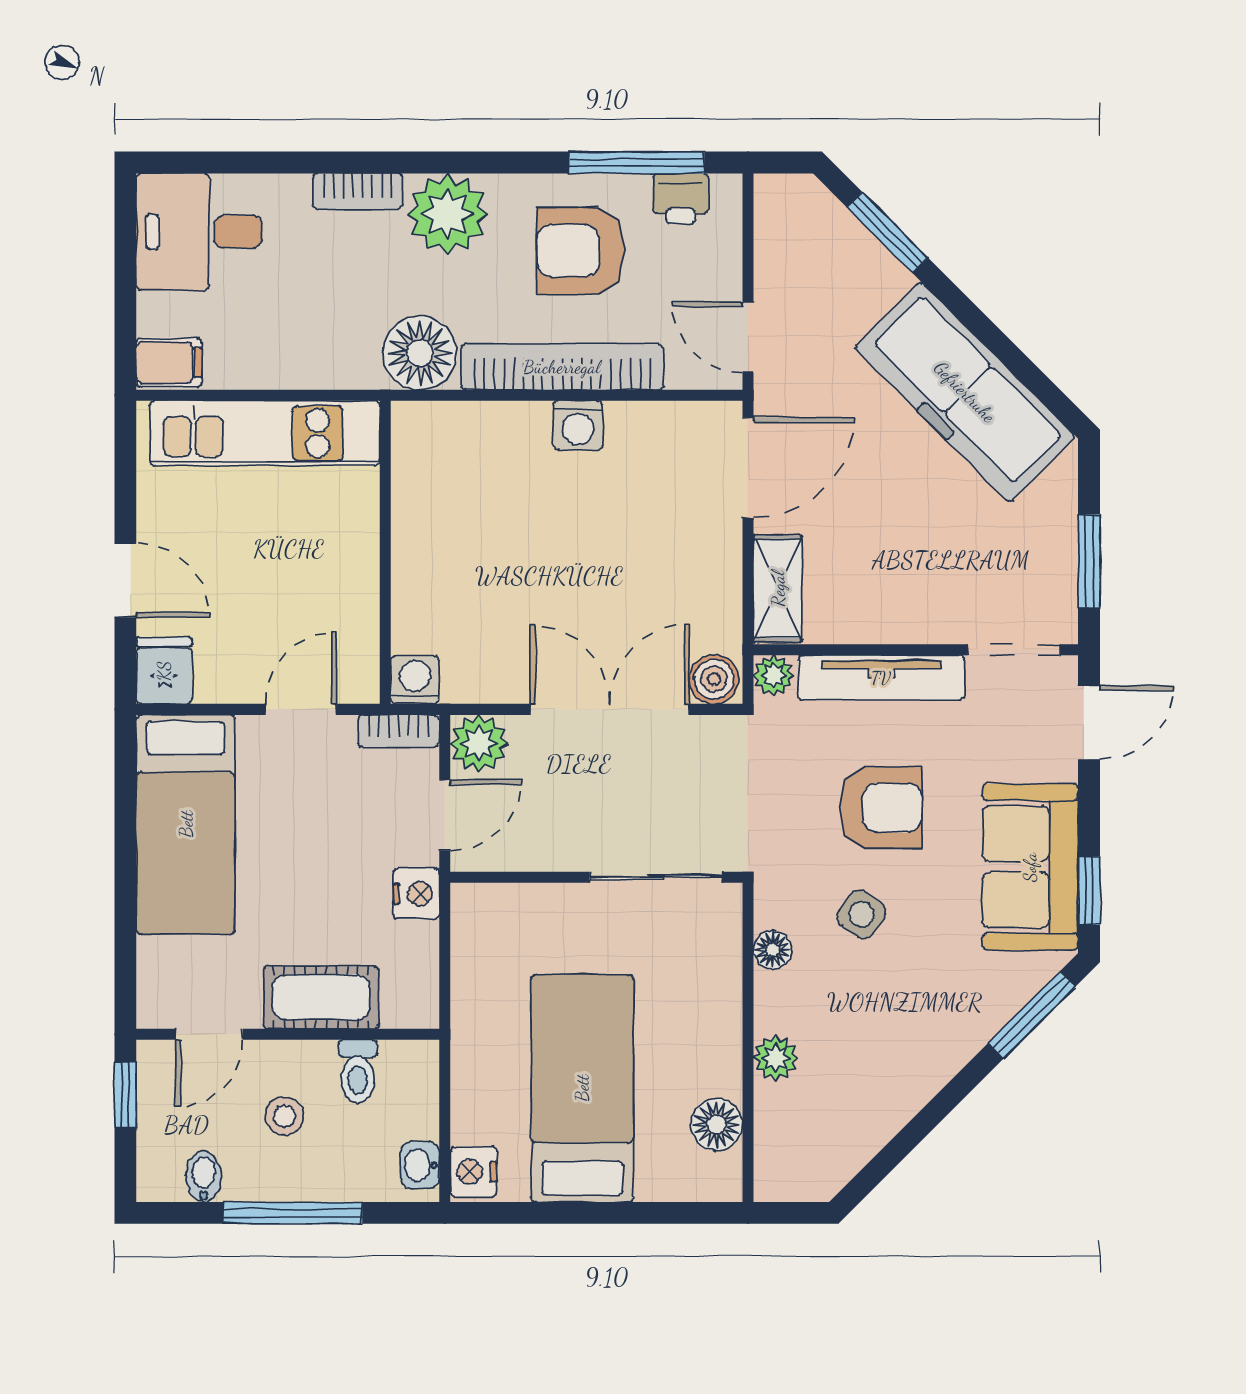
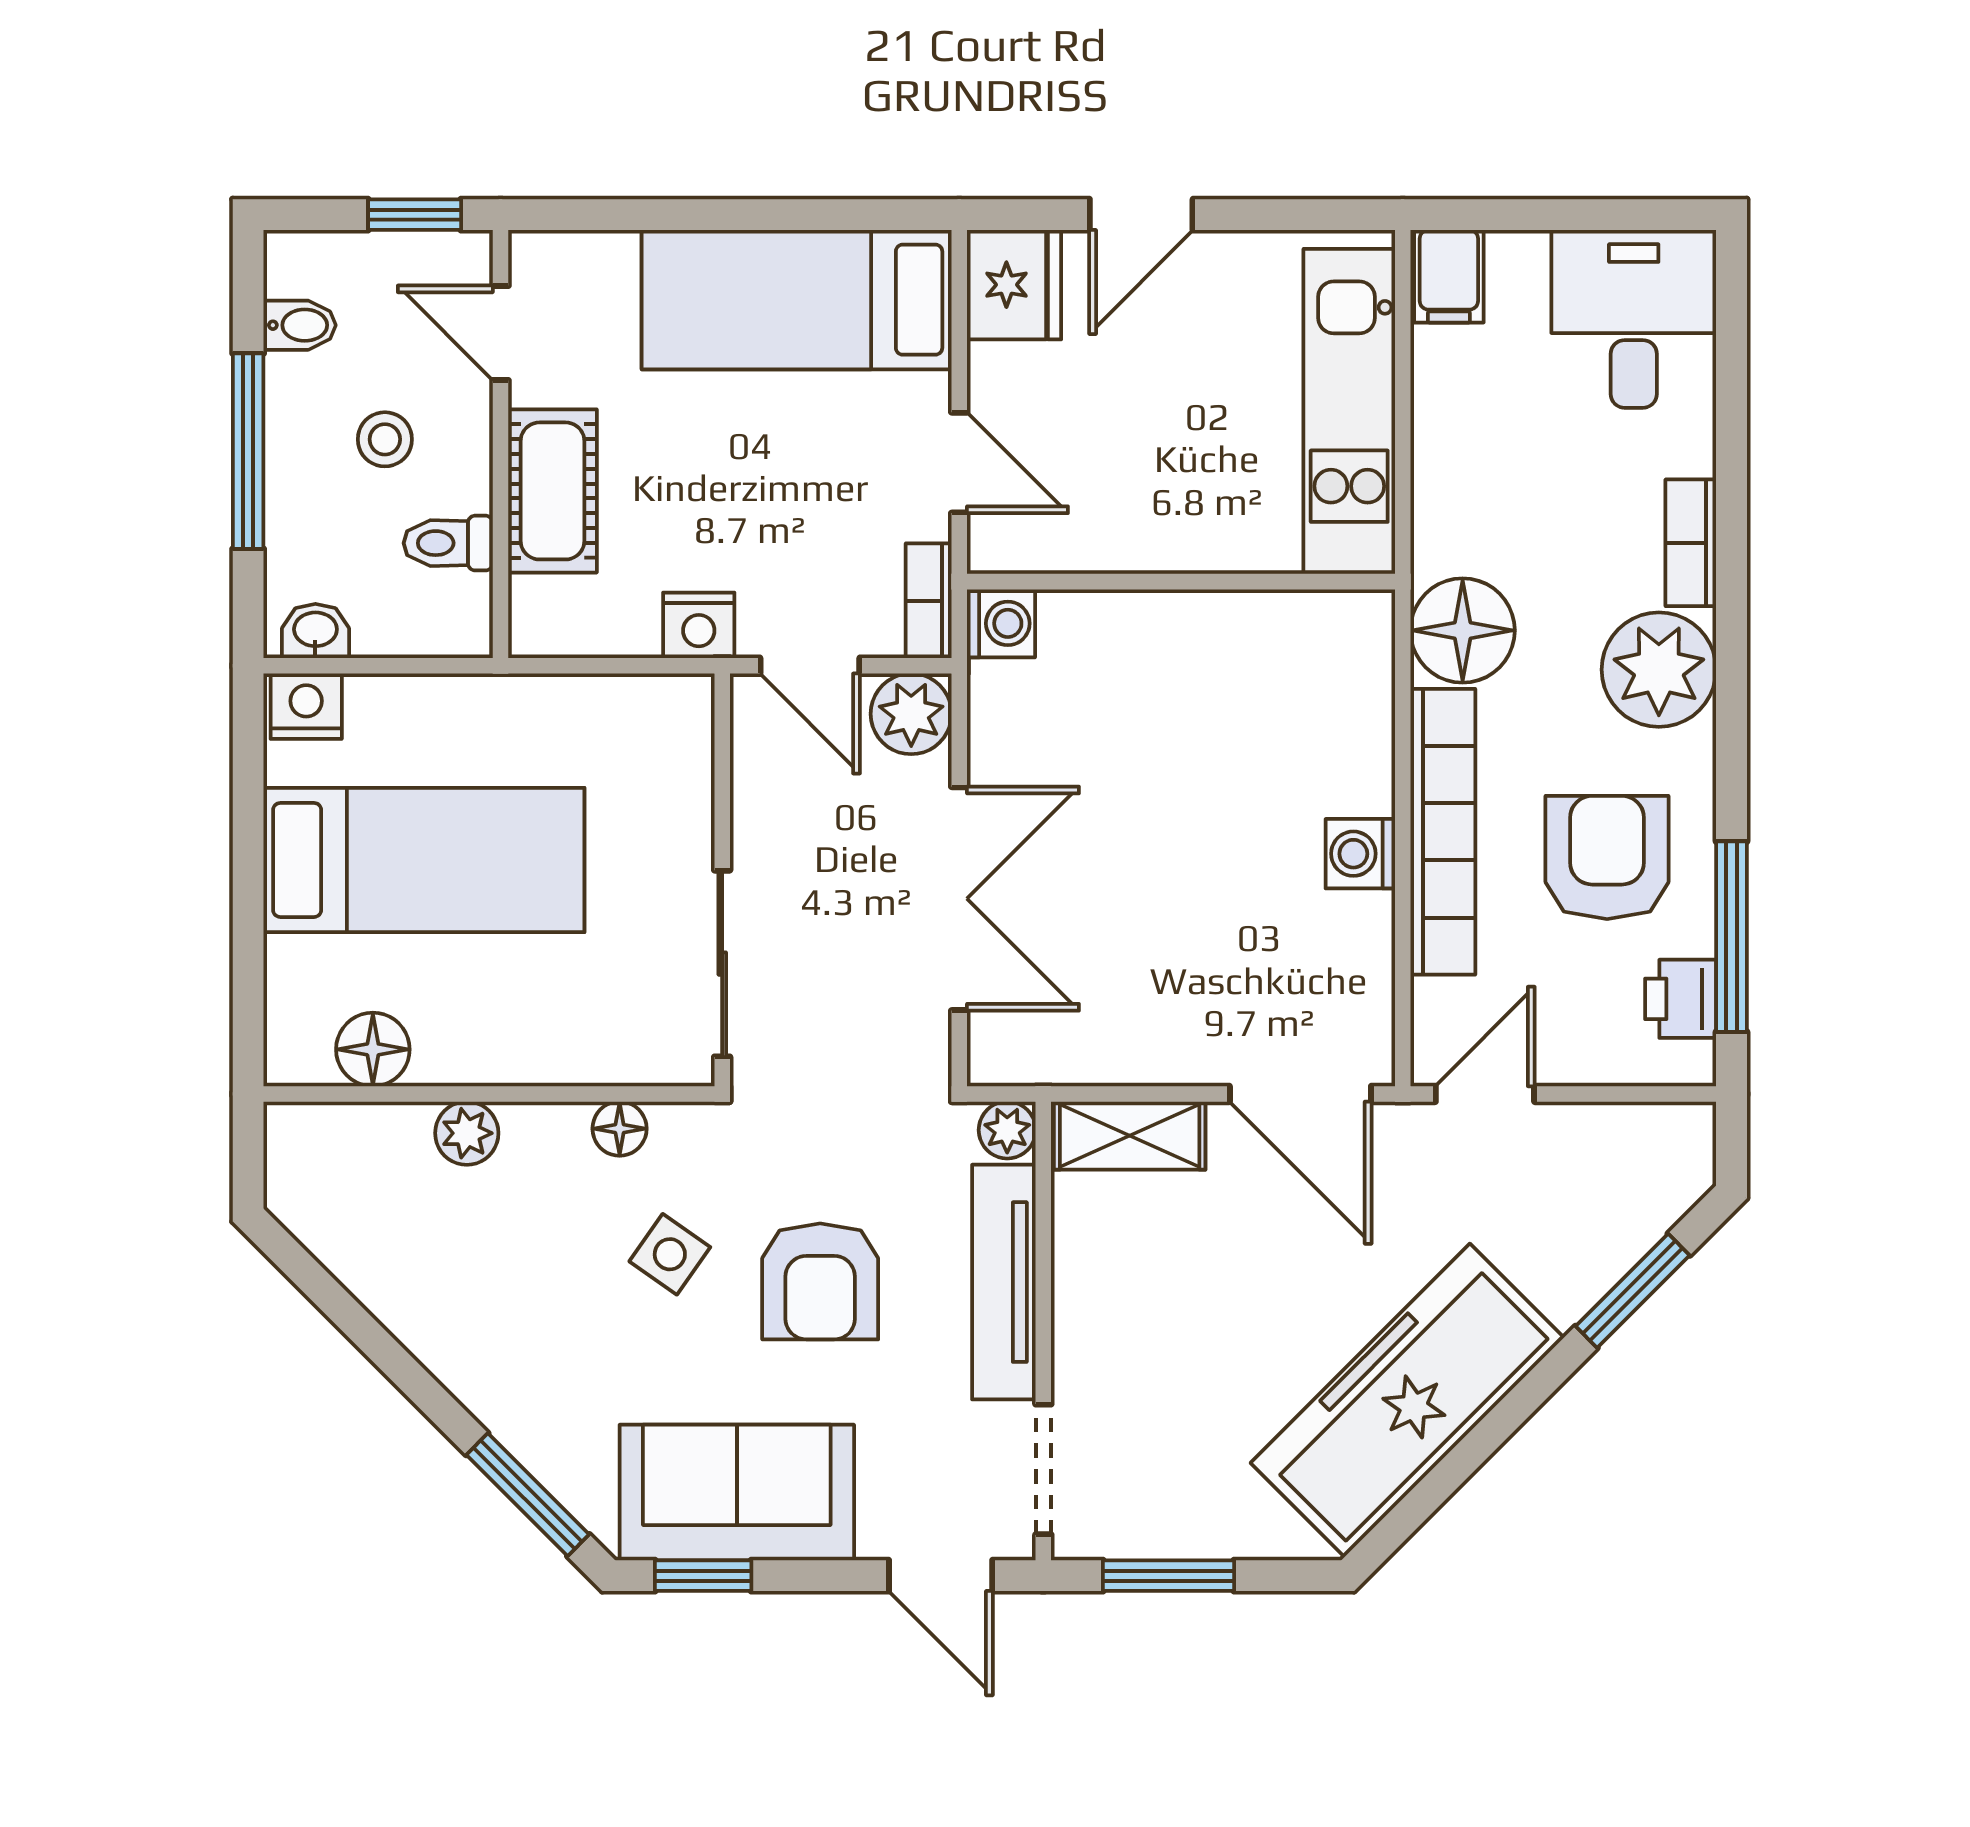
fridge: (164, 671) -> (1014, 285), width x1.38
boiler: (714, 679) -> (1002, 1046), removed

